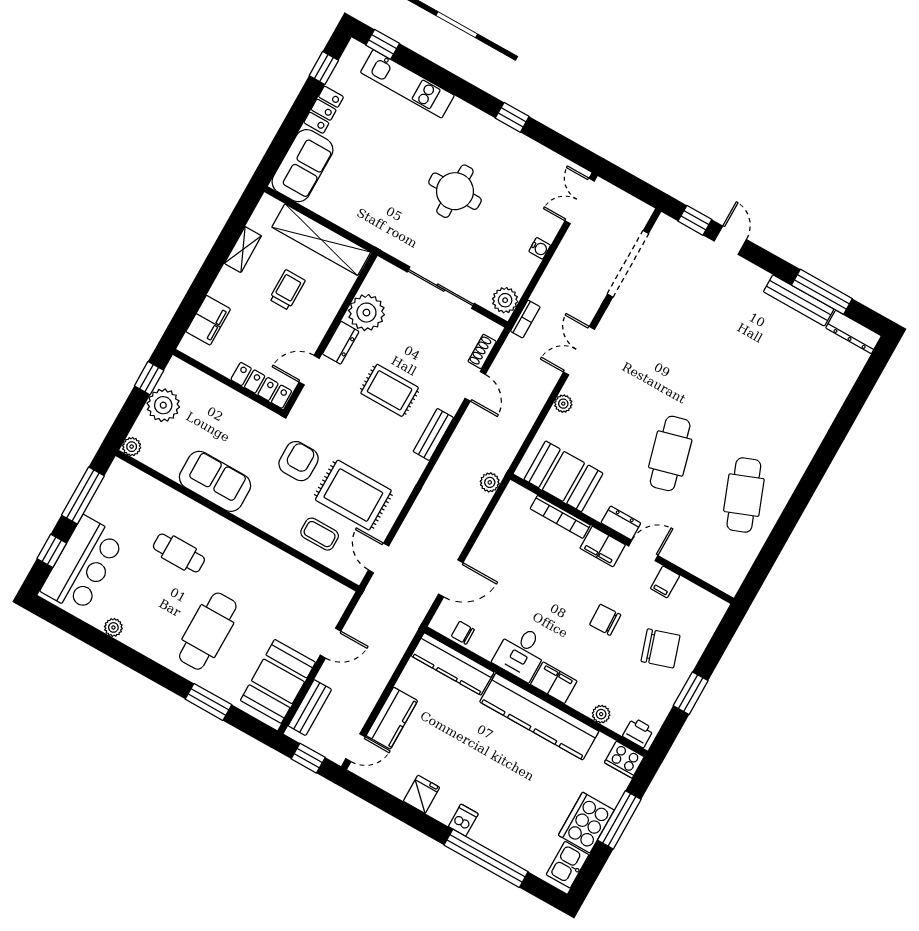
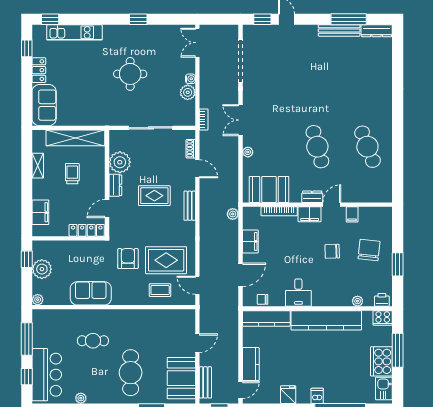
plant: (505, 300) -> (188, 92), moved
chair: (661, 648) -> (369, 250), turned -66
filing cabinet: (554, 683) -> (250, 241), moved, turned 90

